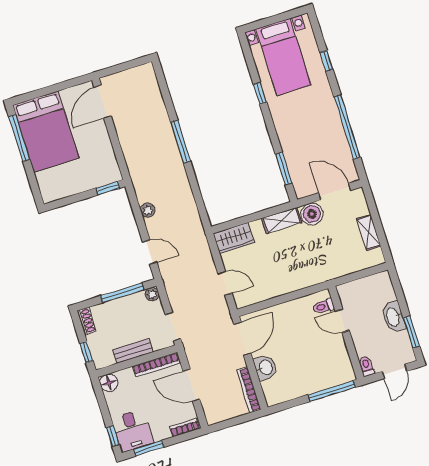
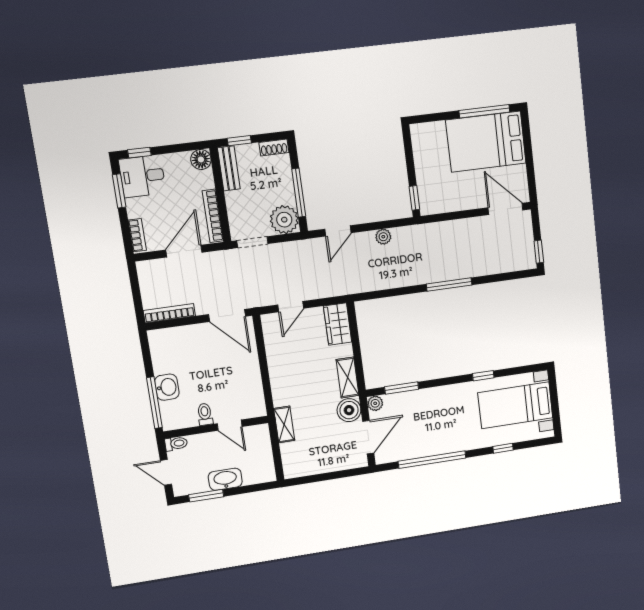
window: (136, 63) -> (539, 252), added
plant: (302, 191) -> (375, 403), added
shelving: (369, 232) -> (284, 424), moved, turned 90
plant: (152, 294) -> (284, 220), width x1.88, depth x1.88
toilet: (324, 306) -> (205, 414), moved
door: (342, 321) -> (230, 425), swing flipped
bench: (133, 351) -> (229, 168), moved
washbasin: (265, 367) -> (167, 387), moved, turned -90

